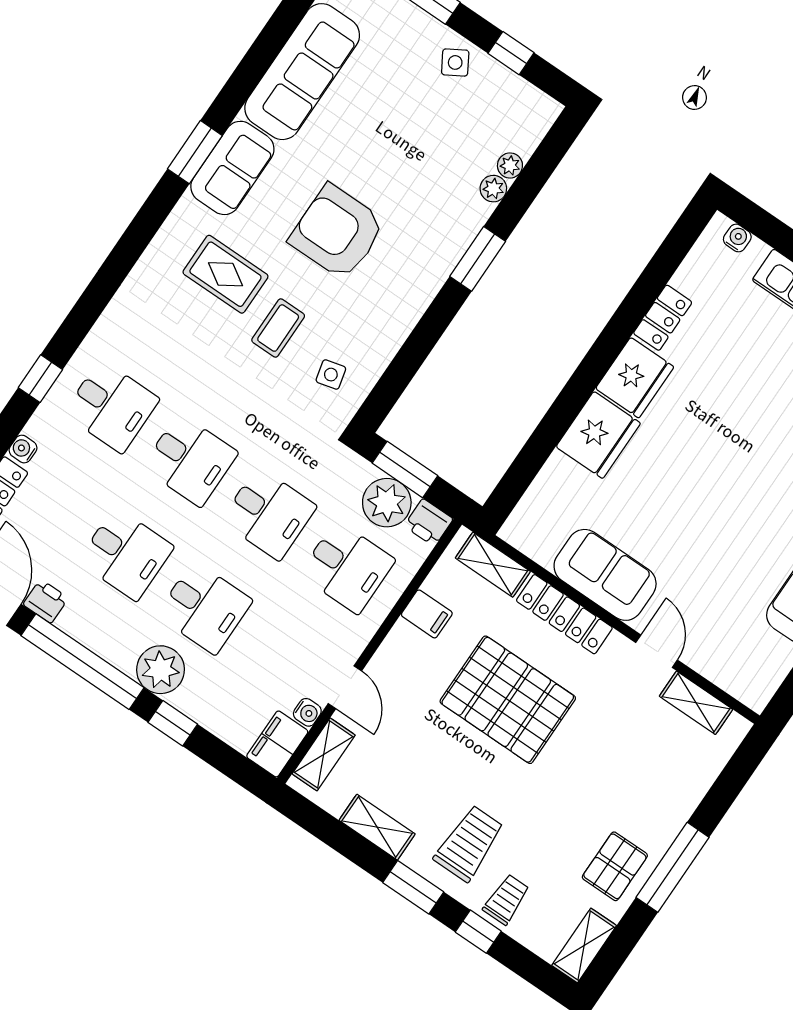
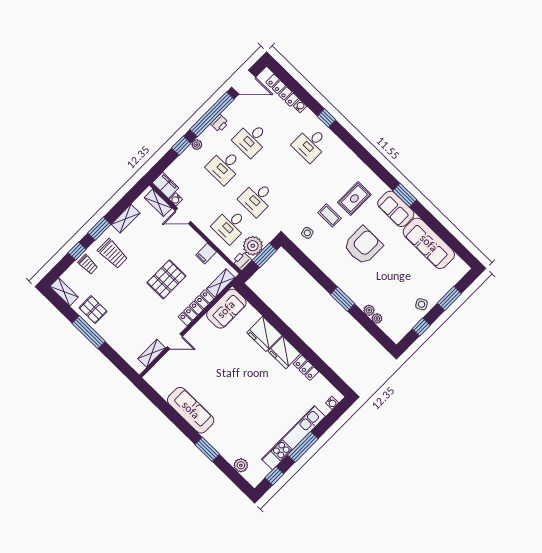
desk: (190, 460) -> (284, 171), removed
sofa: (605, 575) -> (226, 309), moved
printer: (46, 601) -> (220, 123), moved
plant: (161, 670) -> (197, 145), width x0.53, depth x0.53
pallet: (508, 700) -> (166, 279), width x0.73, depth x0.71

